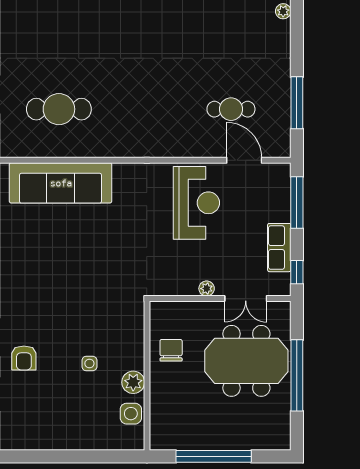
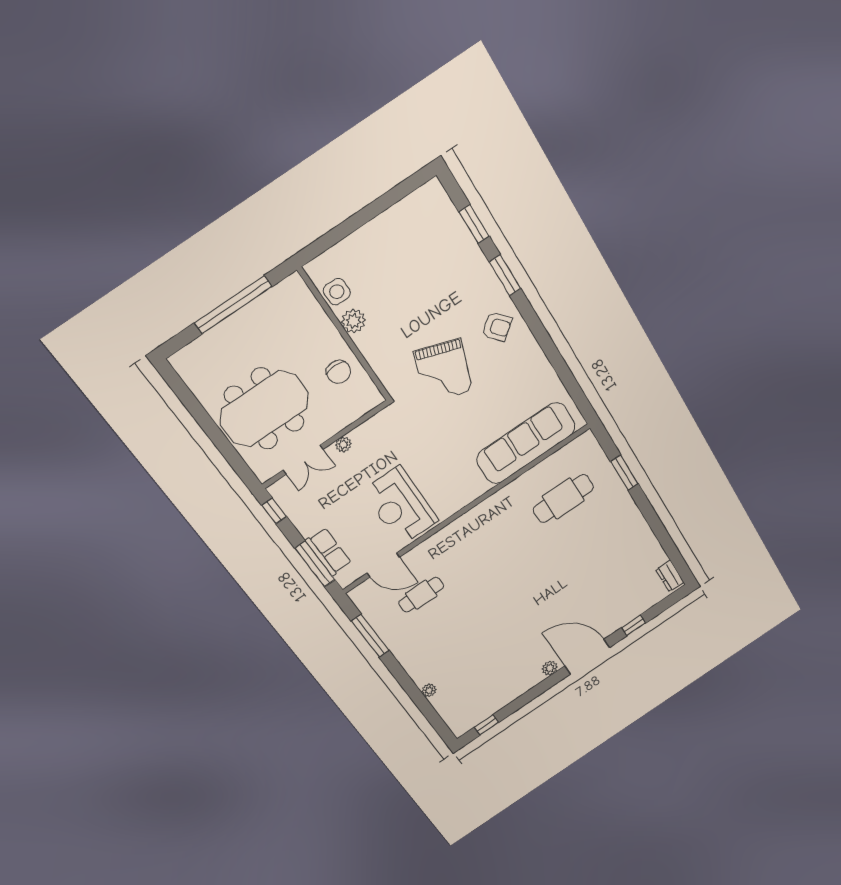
row of seats: (279, 248) -> (328, 552), moved
grand piano: (90, 293) -> (443, 371), added
double door: (246, 299) -> (303, 460), swing flipped
armchair: (24, 358) -> (497, 327), moved, turned 140
side table: (89, 363) -> (404, 311), removed
window: (297, 375) -> (210, 427), removed

